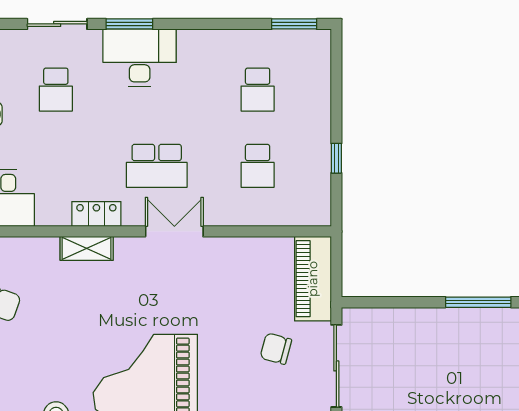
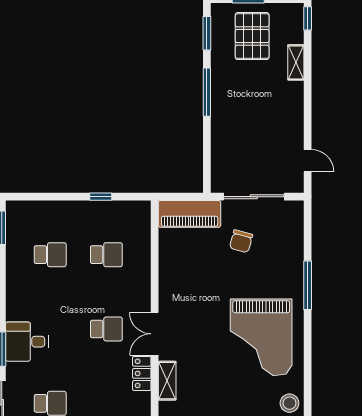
desk: (140, 58) -> (27, 342), width x0.73
school desk: (157, 166) -> (106, 329), width x0.54
double door: (174, 231) -> (155, 334), moved

